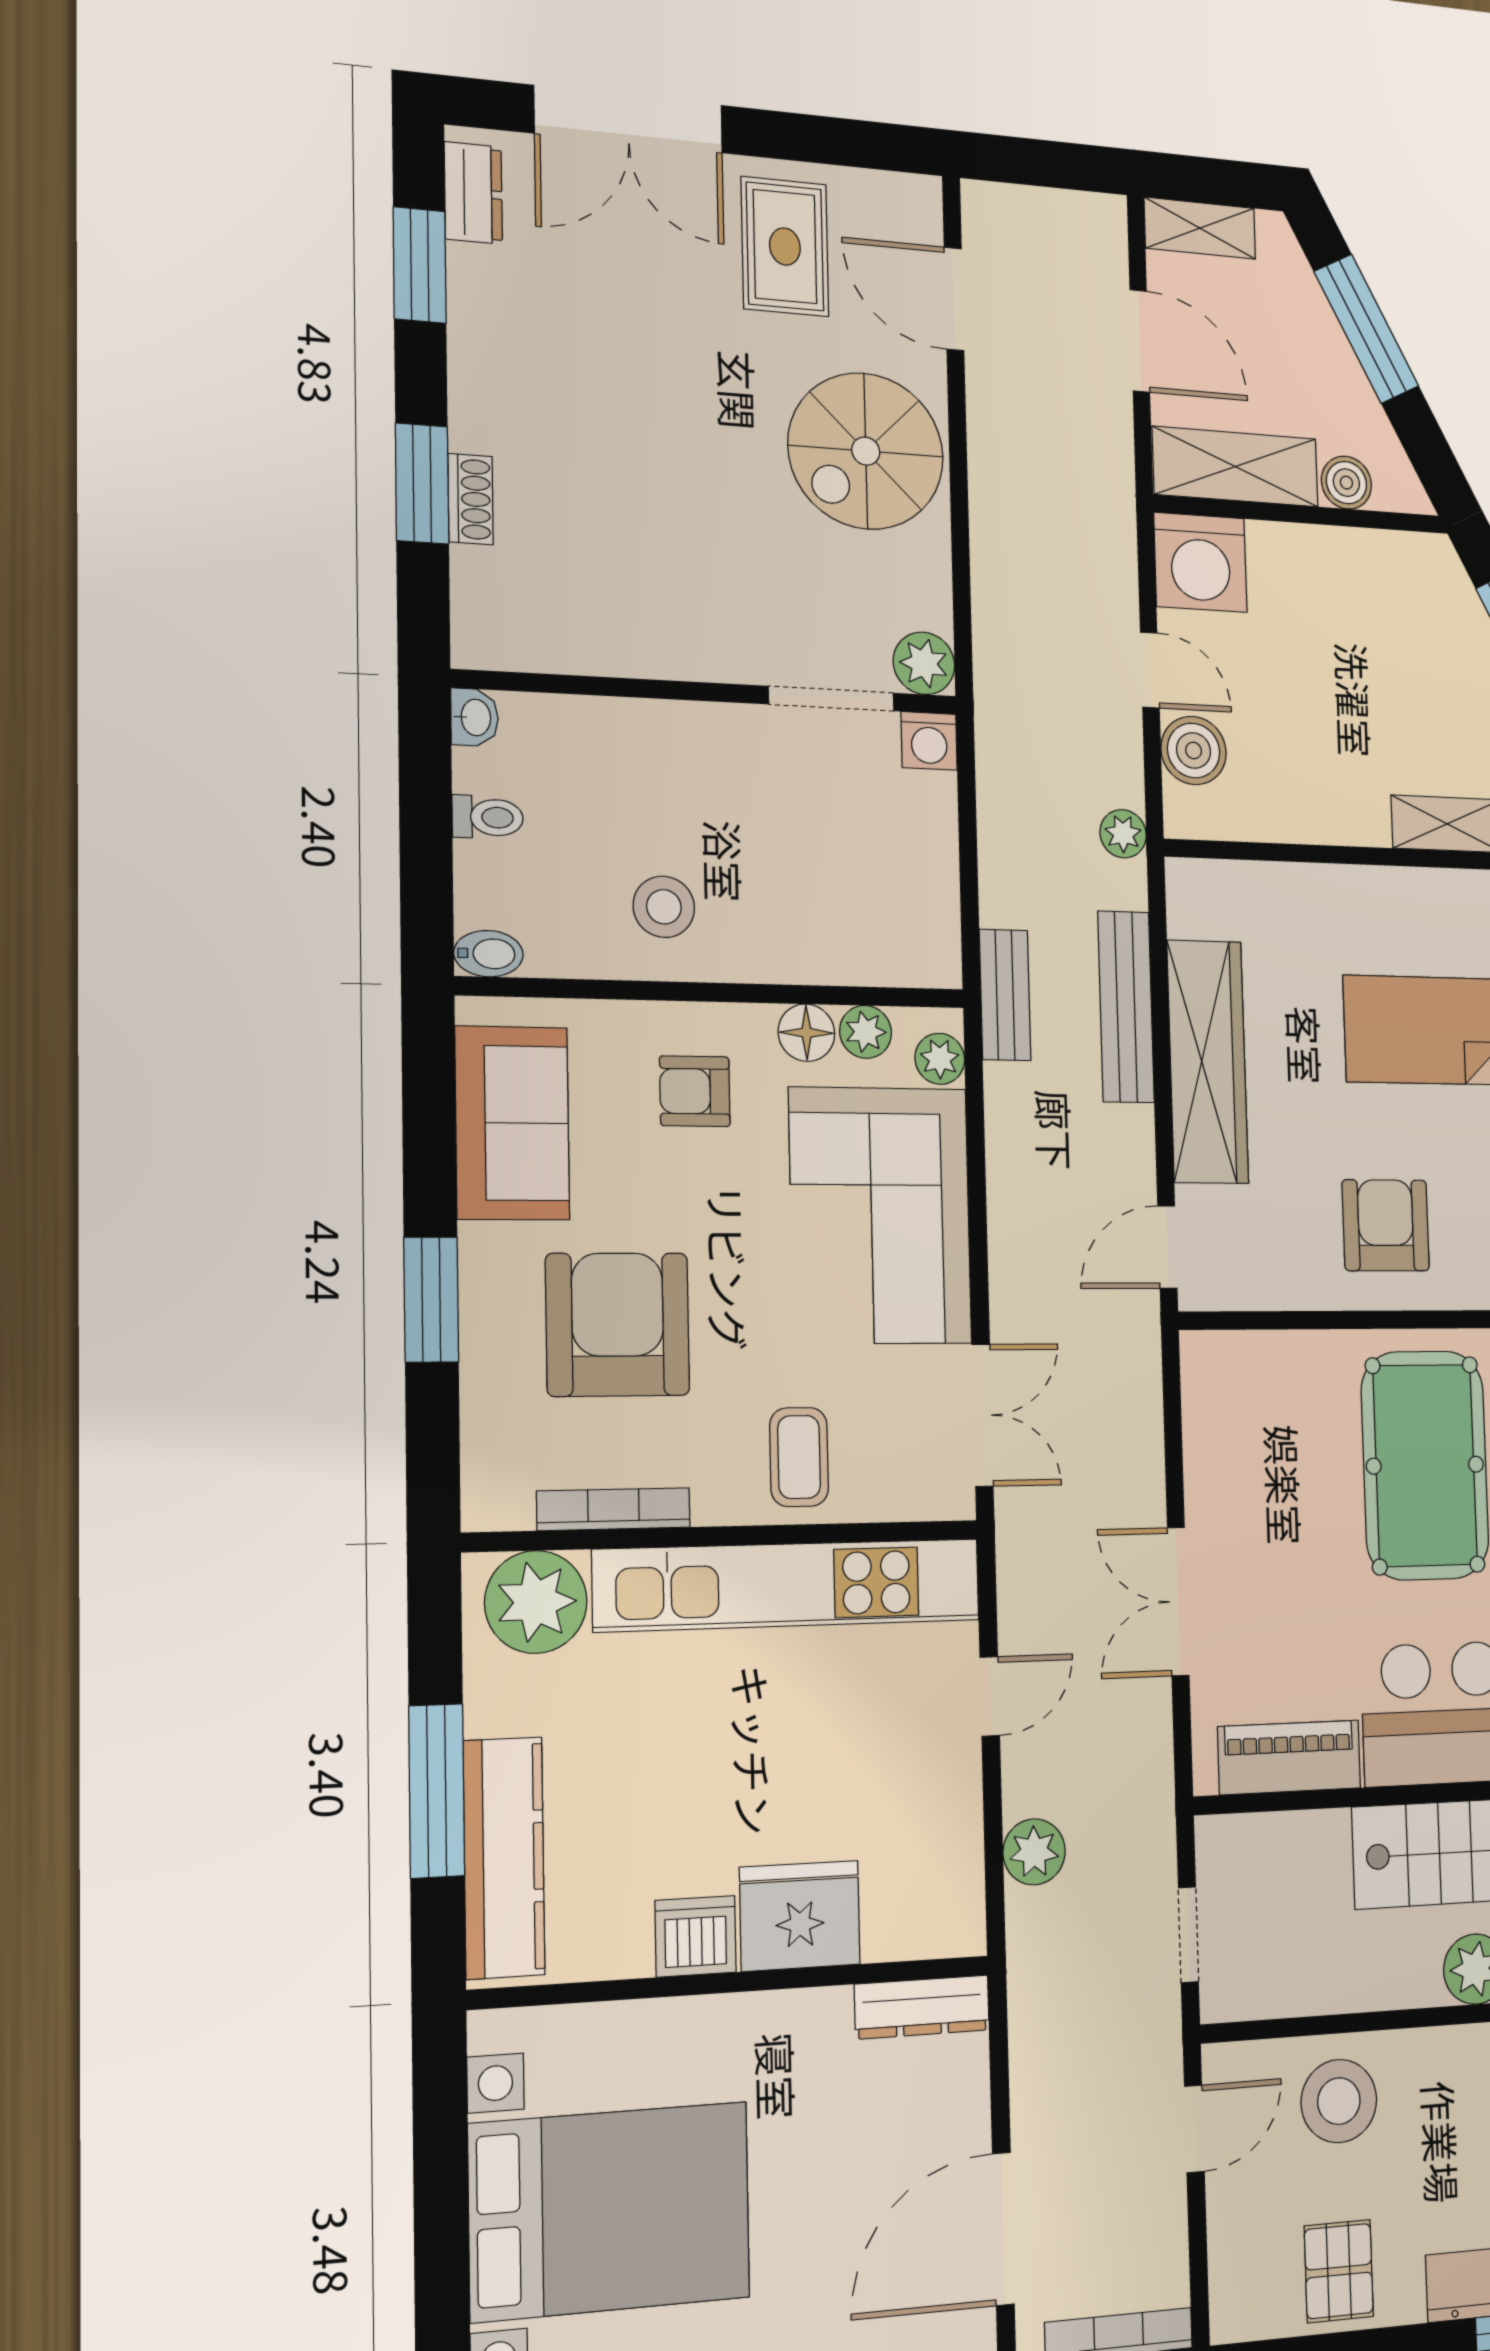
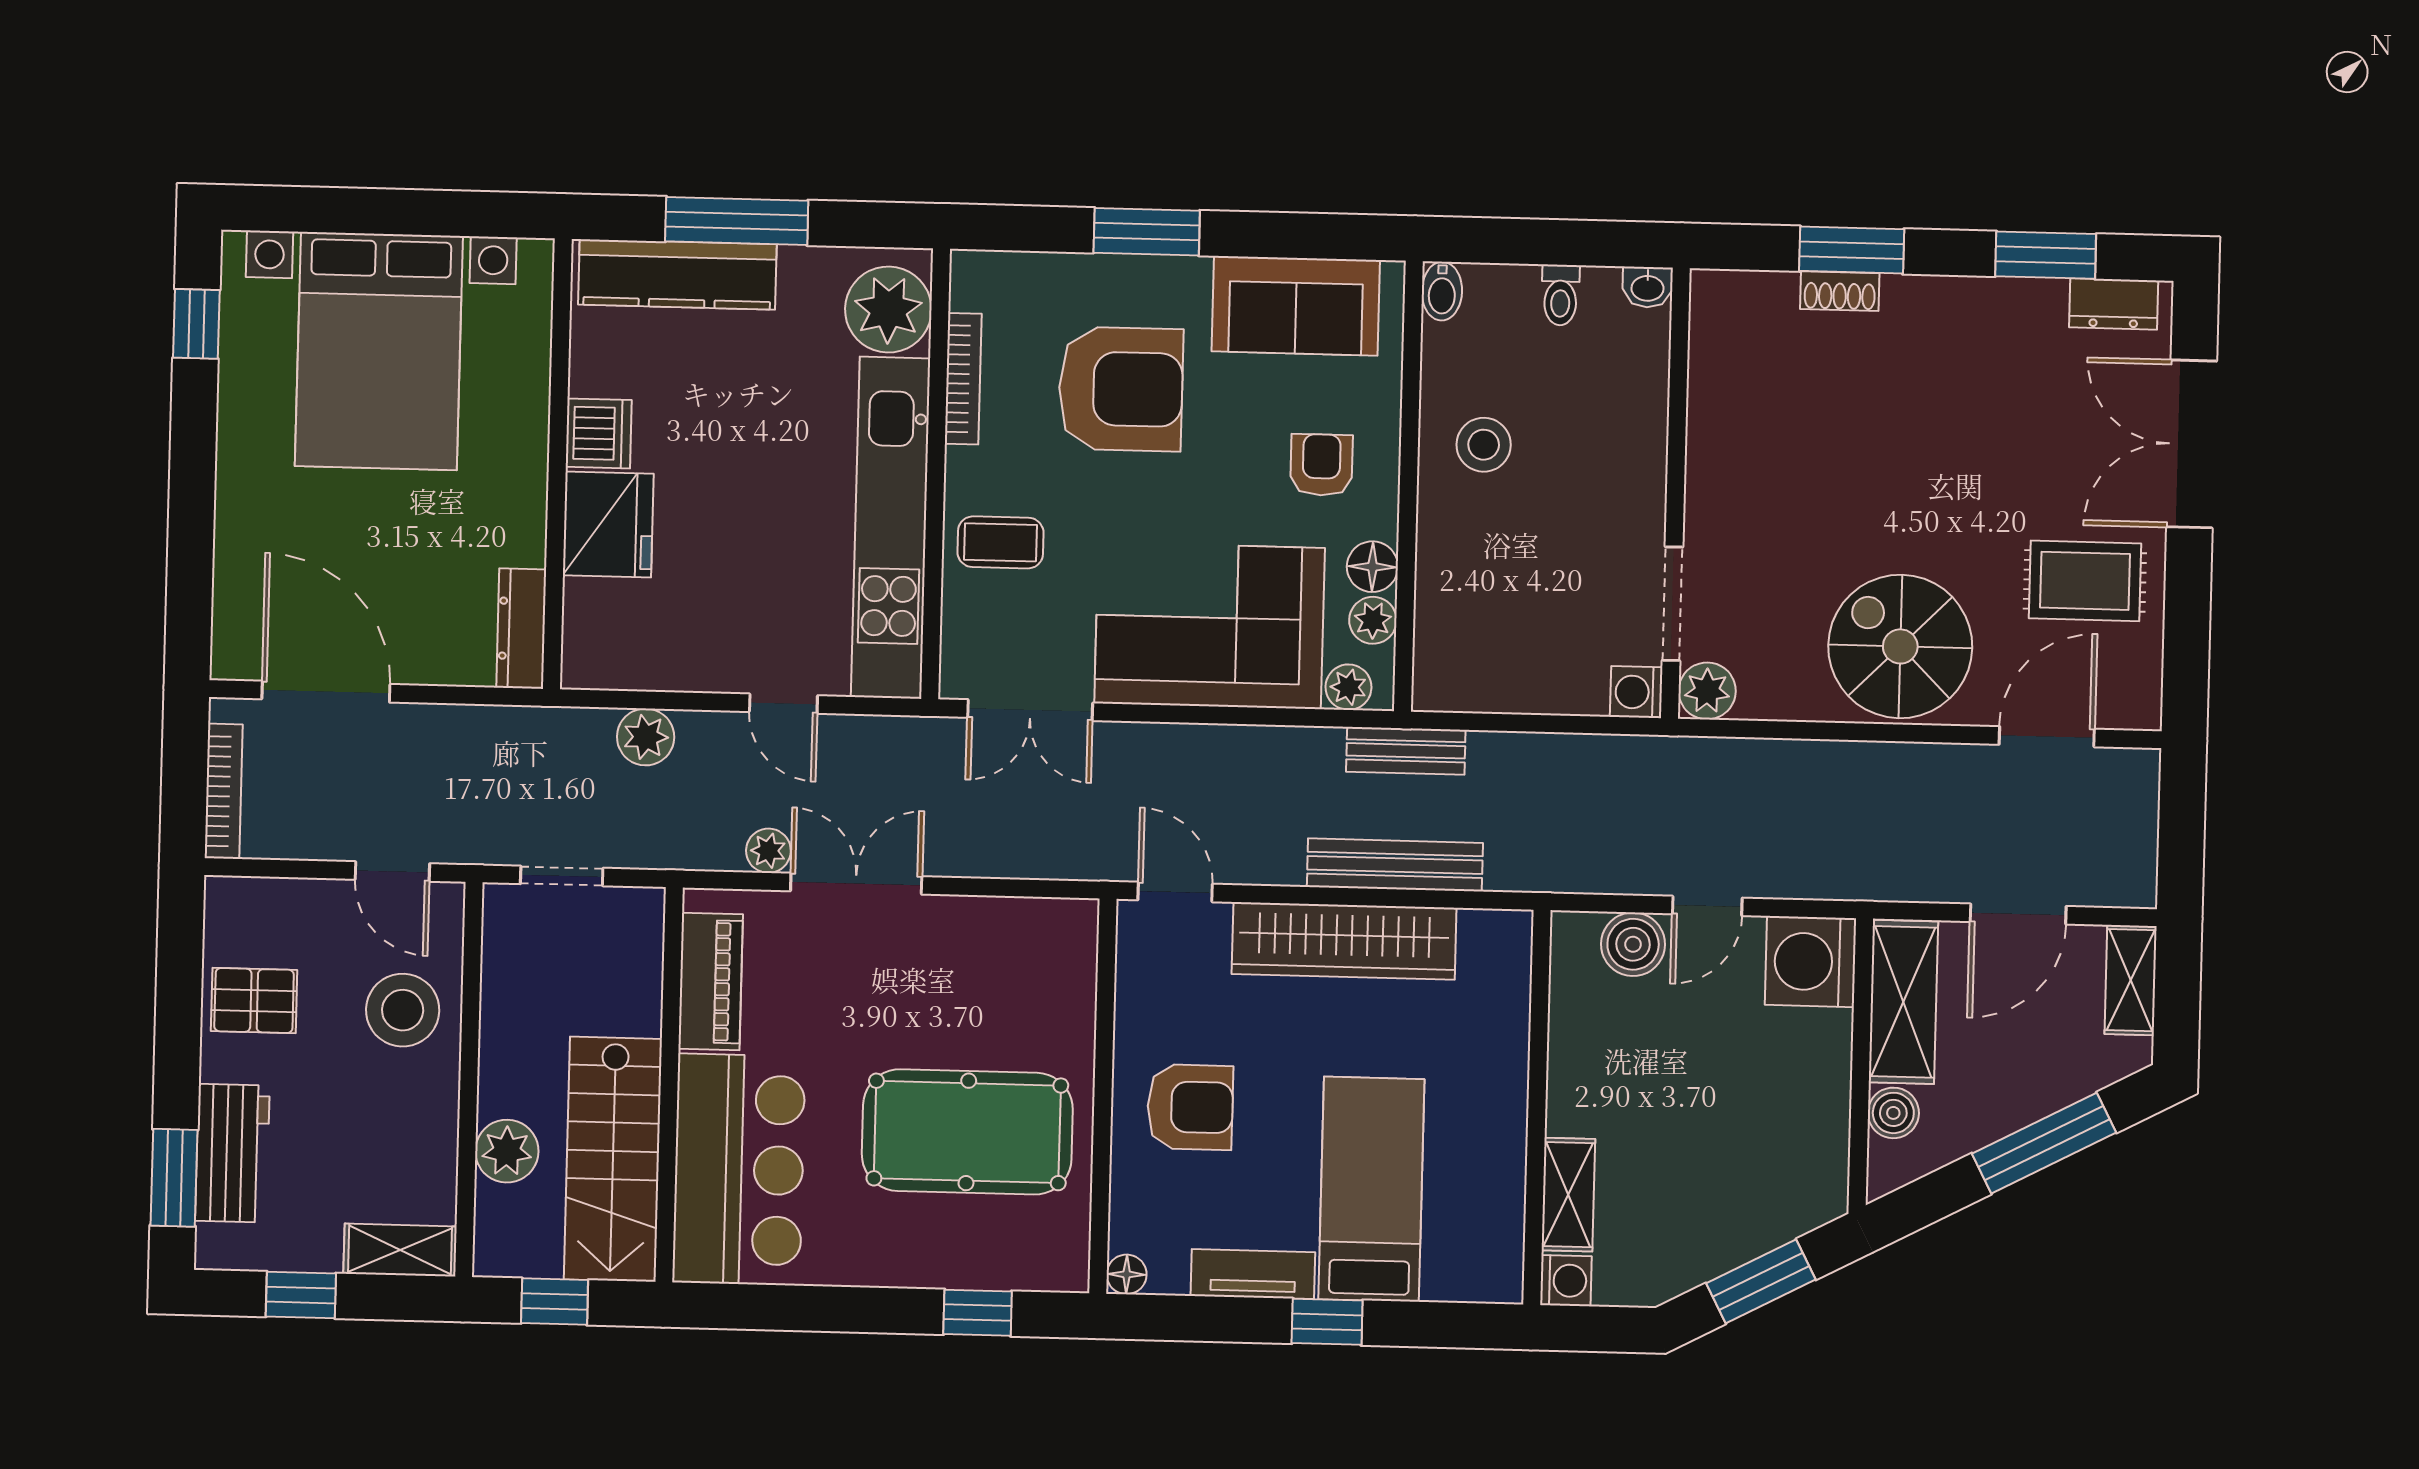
plant: (1123, 834) -> (768, 851), moved

